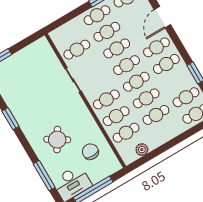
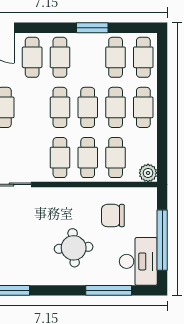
cafe table: (127, 65) -> (143, 107), moved
round table: (57, 140) -> (74, 248), turned -36
plant: (142, 150) -> (148, 173), moved

